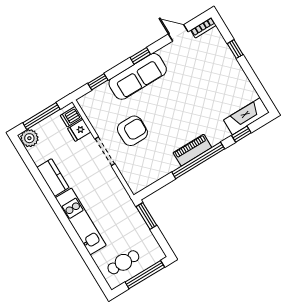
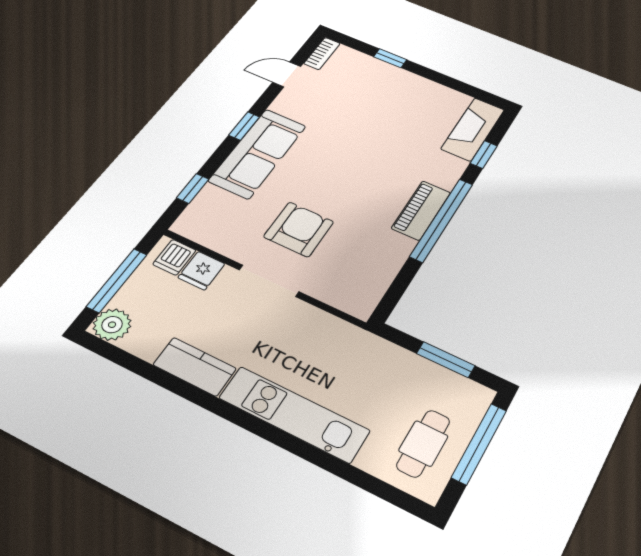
window: (146, 216) -> (446, 360), moved

